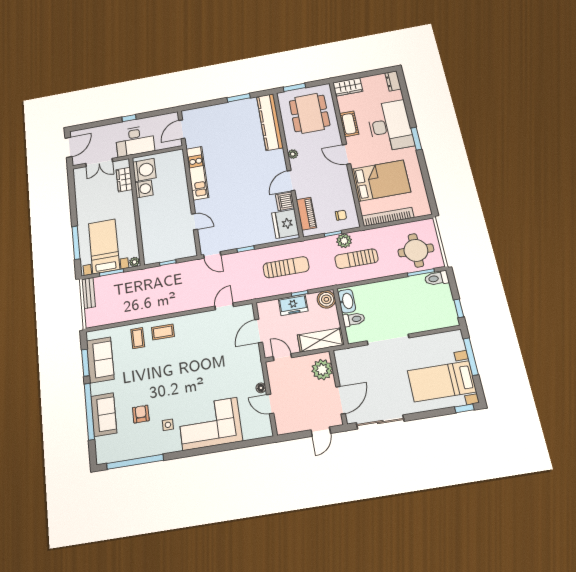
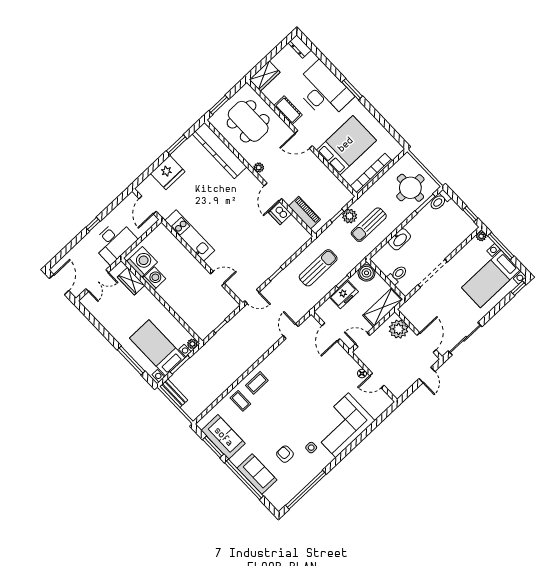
chair: (341, 215) -> (333, 196), removed
fridge: (285, 224) -> (168, 172), moved, turned -90
washbasin: (347, 301) -> (399, 239), moved, turned 90
plant: (457, 335) -> (481, 236), added

